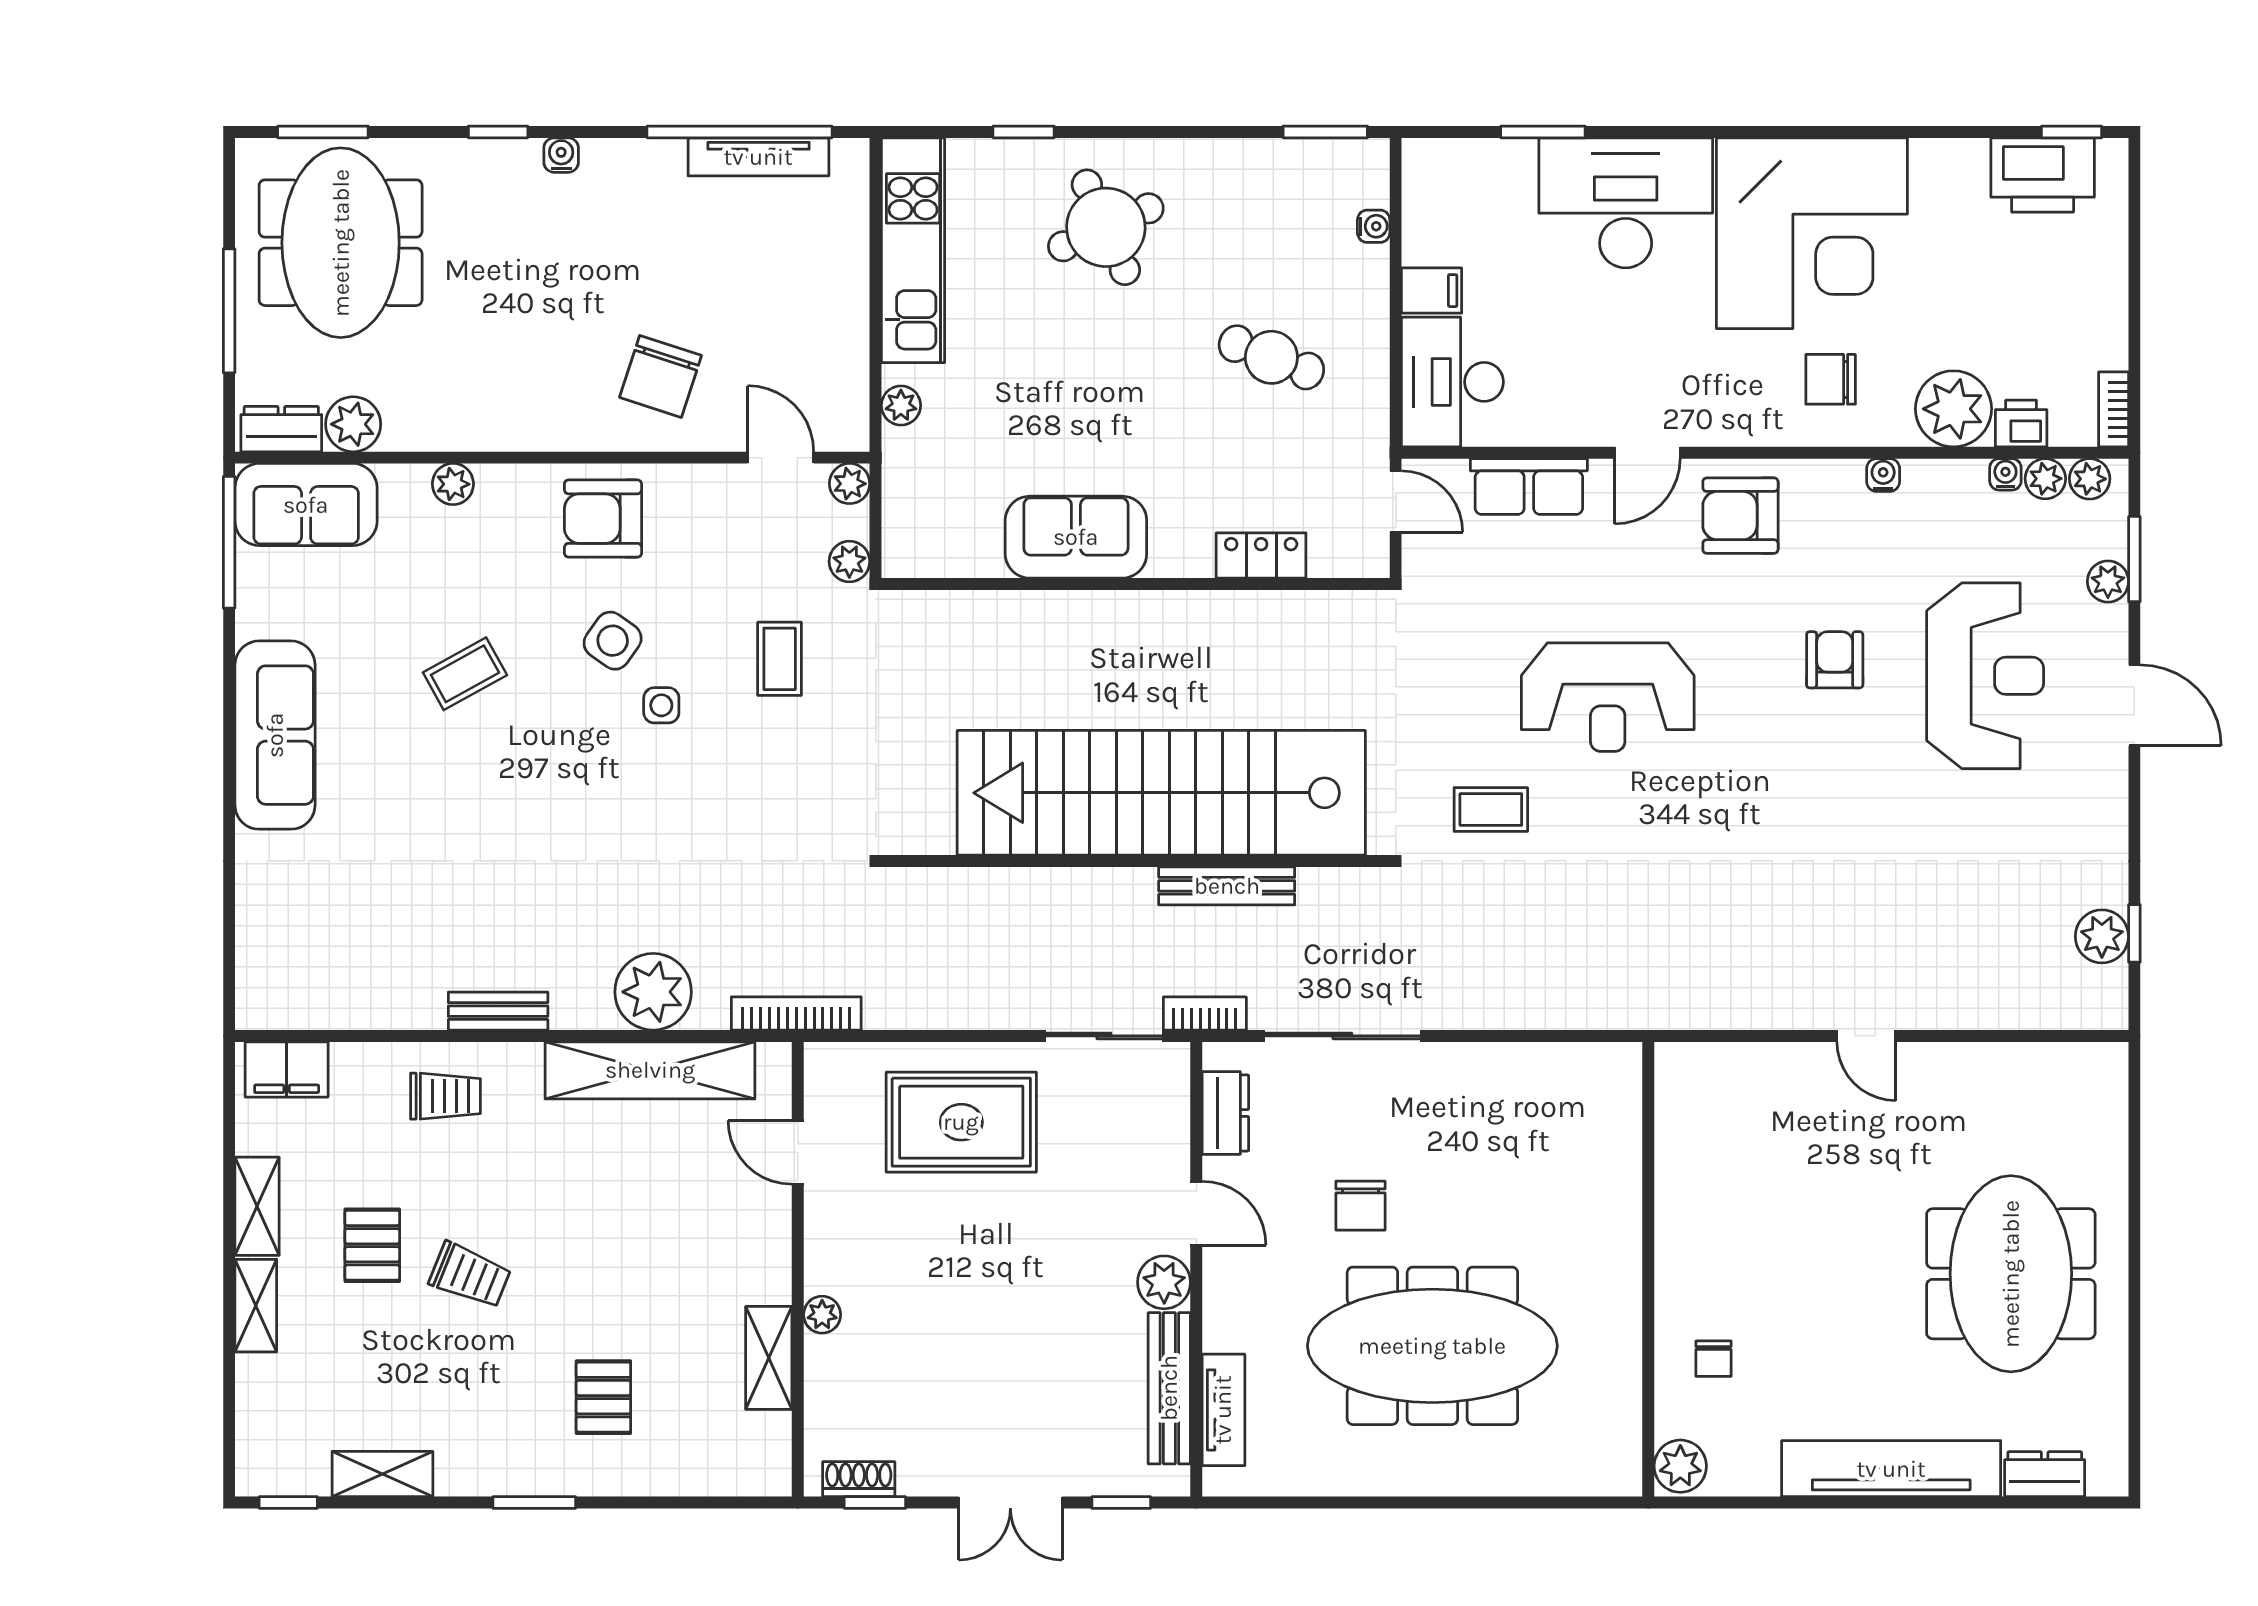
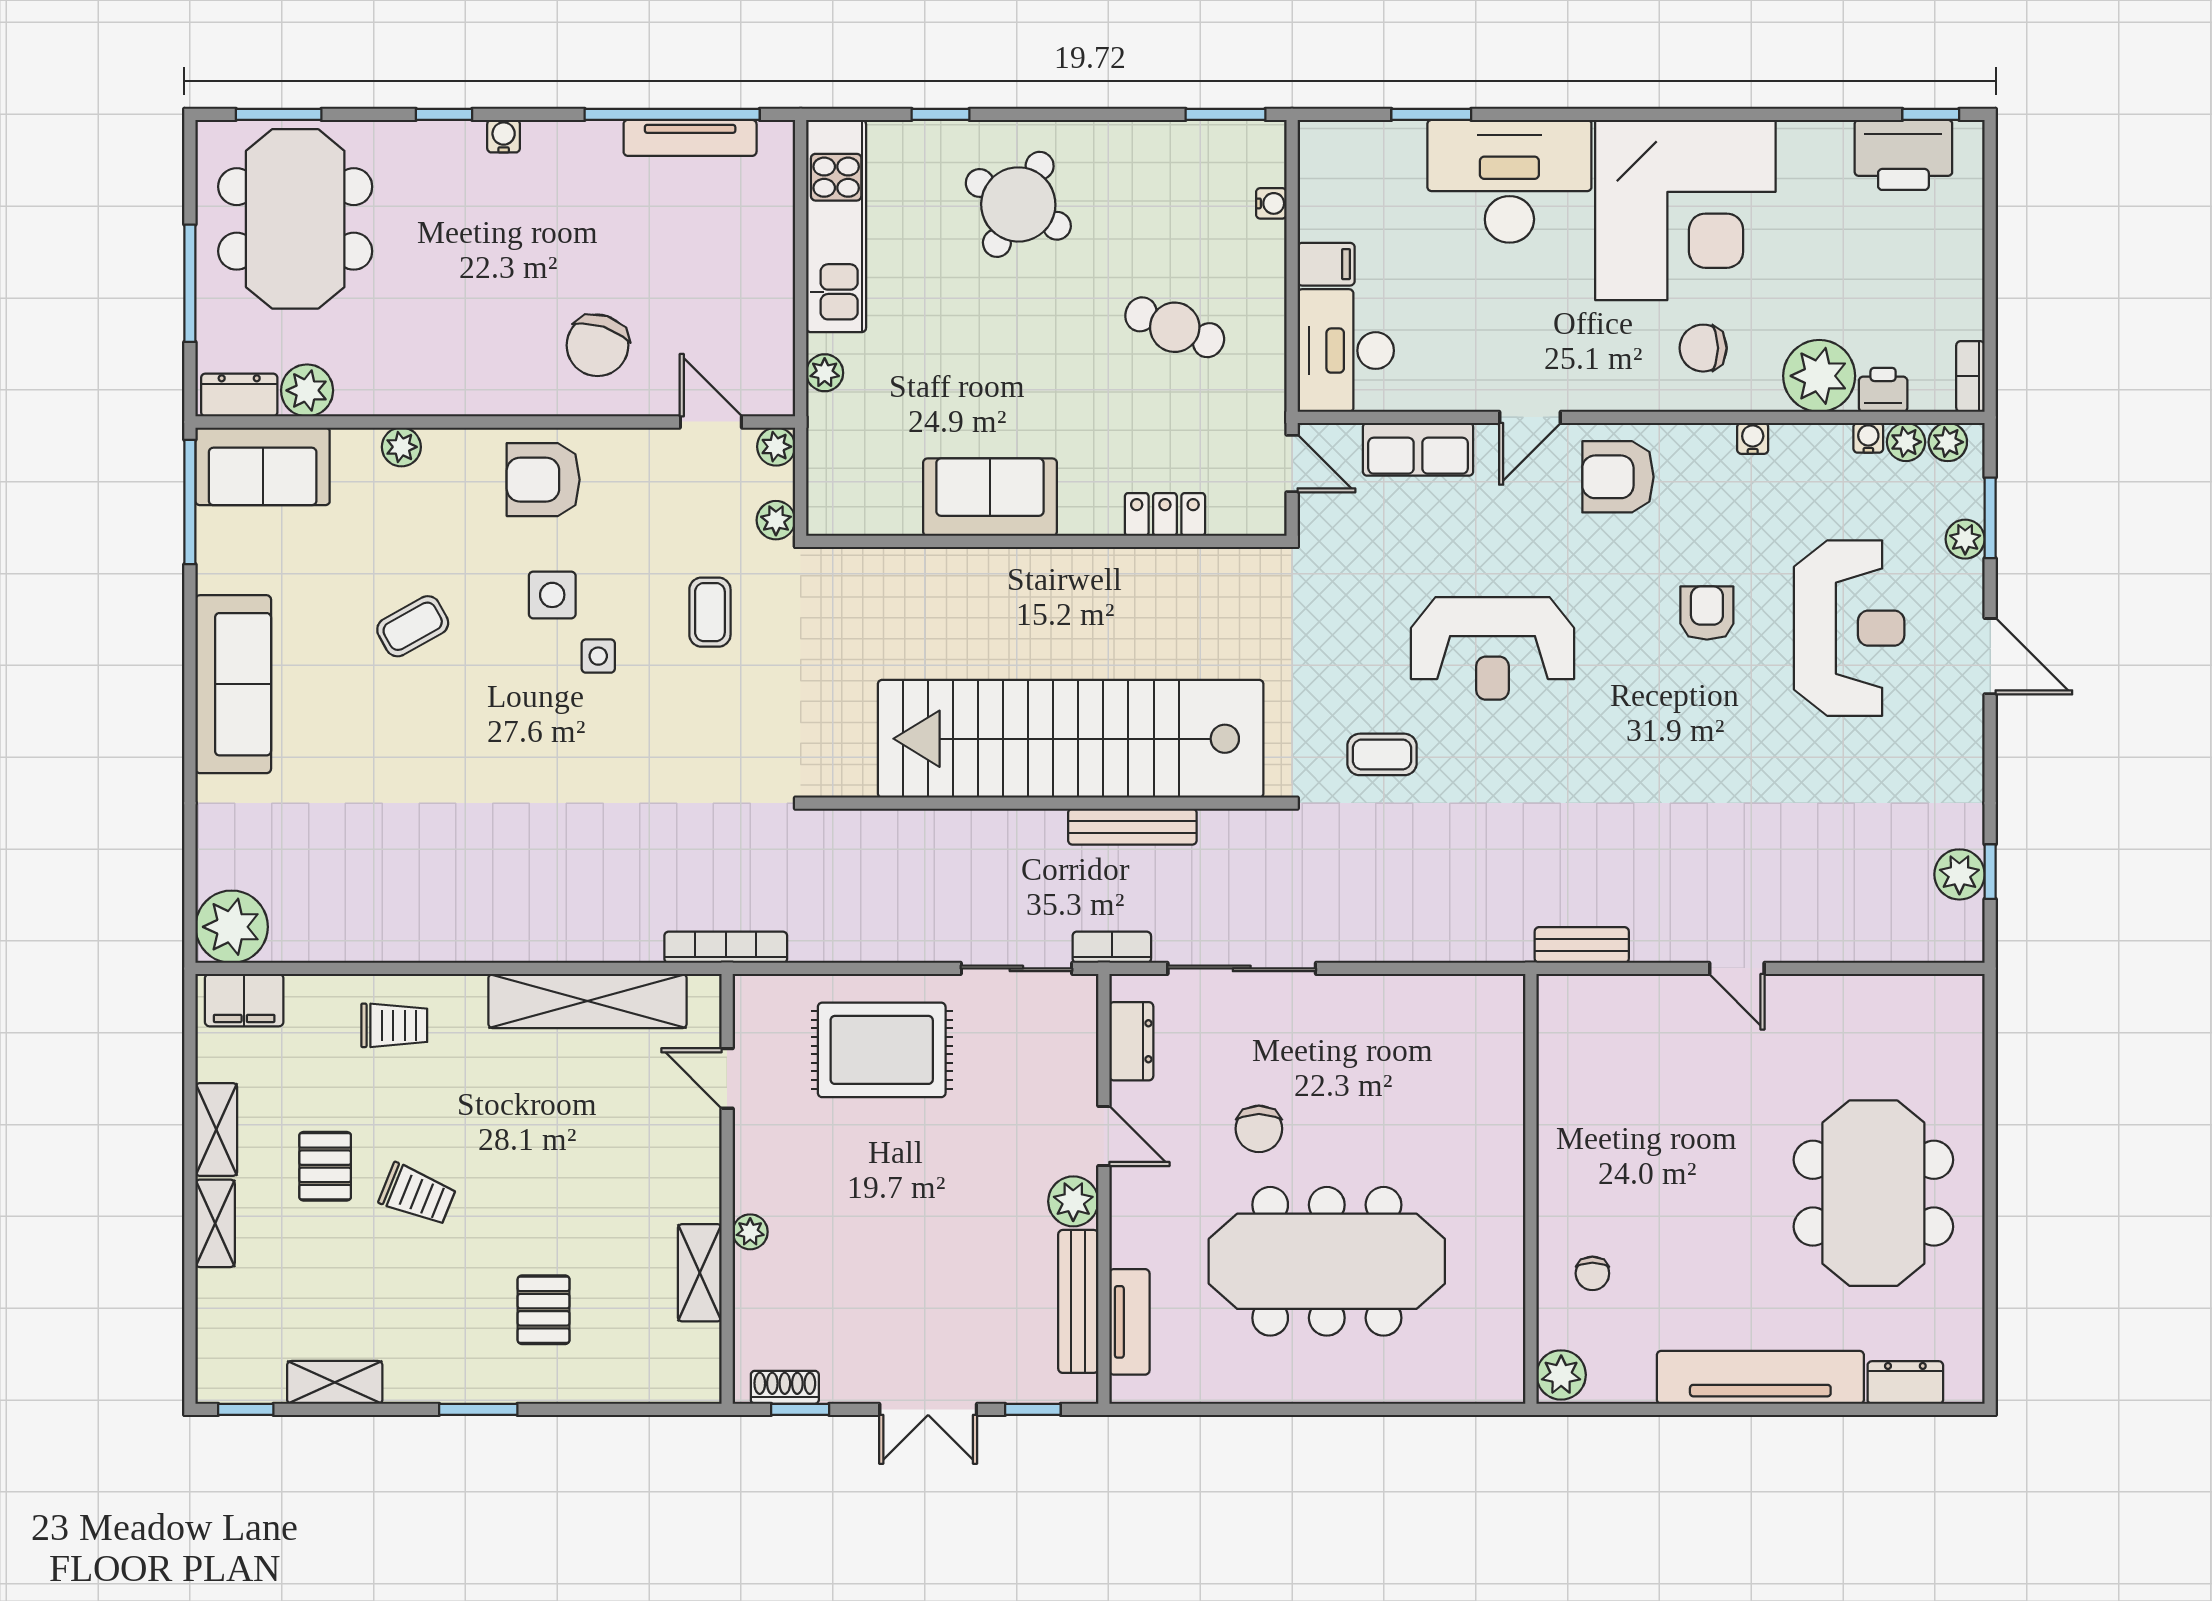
round table: (1106, 227) -> (1018, 204), turned -37
side table: (613, 641) -> (552, 595), turned -35
plant: (653, 992) -> (232, 927), moved
bench: (498, 1011) -> (1582, 945), moved

